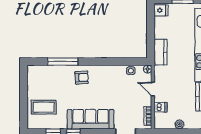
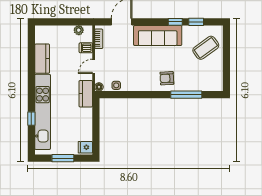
kitchen counter: (161, 52) -> (86, 94), moved
door: (153, 89) -> (94, 66), swing flipped
coffee table: (44, 107) -> (206, 48), turned -36
plant: (179, 124) -> (79, 30), moved

